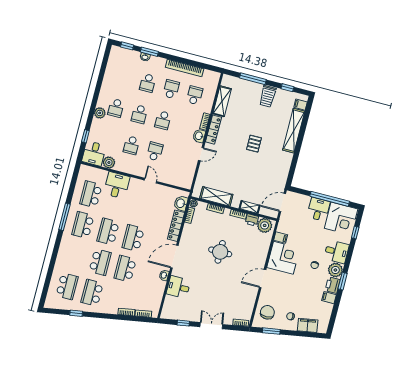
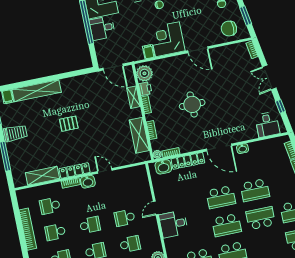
desk: (117, 185) -> (174, 224), moved
desk: (178, 287) -> (267, 124), moved

